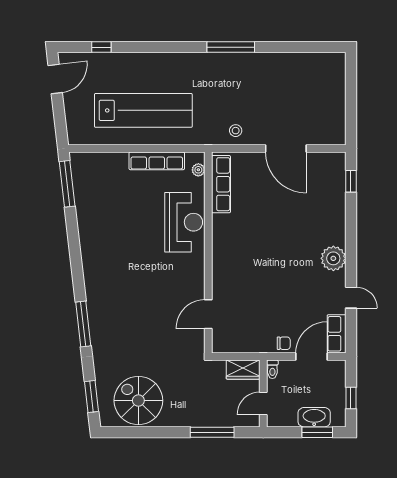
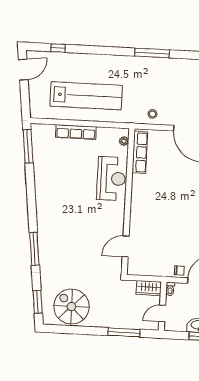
row of seats: (157, 161) -> (76, 132), moved

